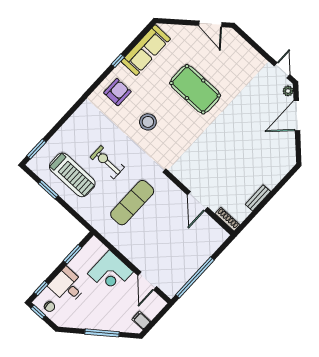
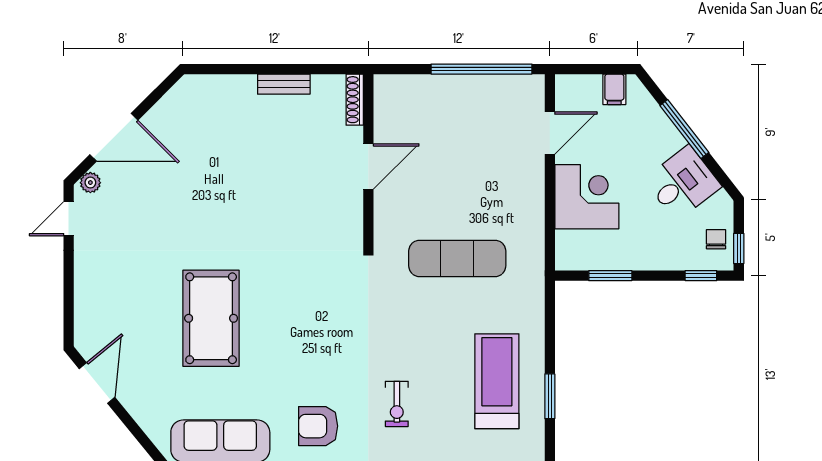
stool: (148, 122) -> (320, 343), removed
exercise bike: (107, 162) -> (397, 404), moved, width x0.73, depth x0.72
desk: (67, 286) -> (683, 183), moved, turned -128

